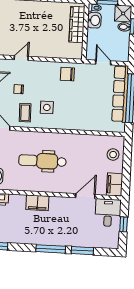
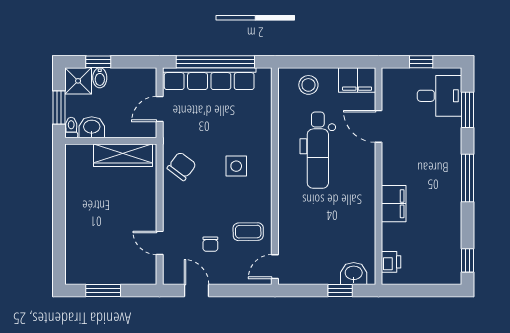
wardrobe: (77, 24) -> (123, 155), moved
chair: (67, 74) -> (182, 166), turned -143
side table: (47, 107) -> (236, 166), moved
dental chair: (42, 161) -> (318, 150), moved
desk: (108, 213) -> (440, 96), moved, turned 180
window: (82, 251) -> (467, 110), moved

